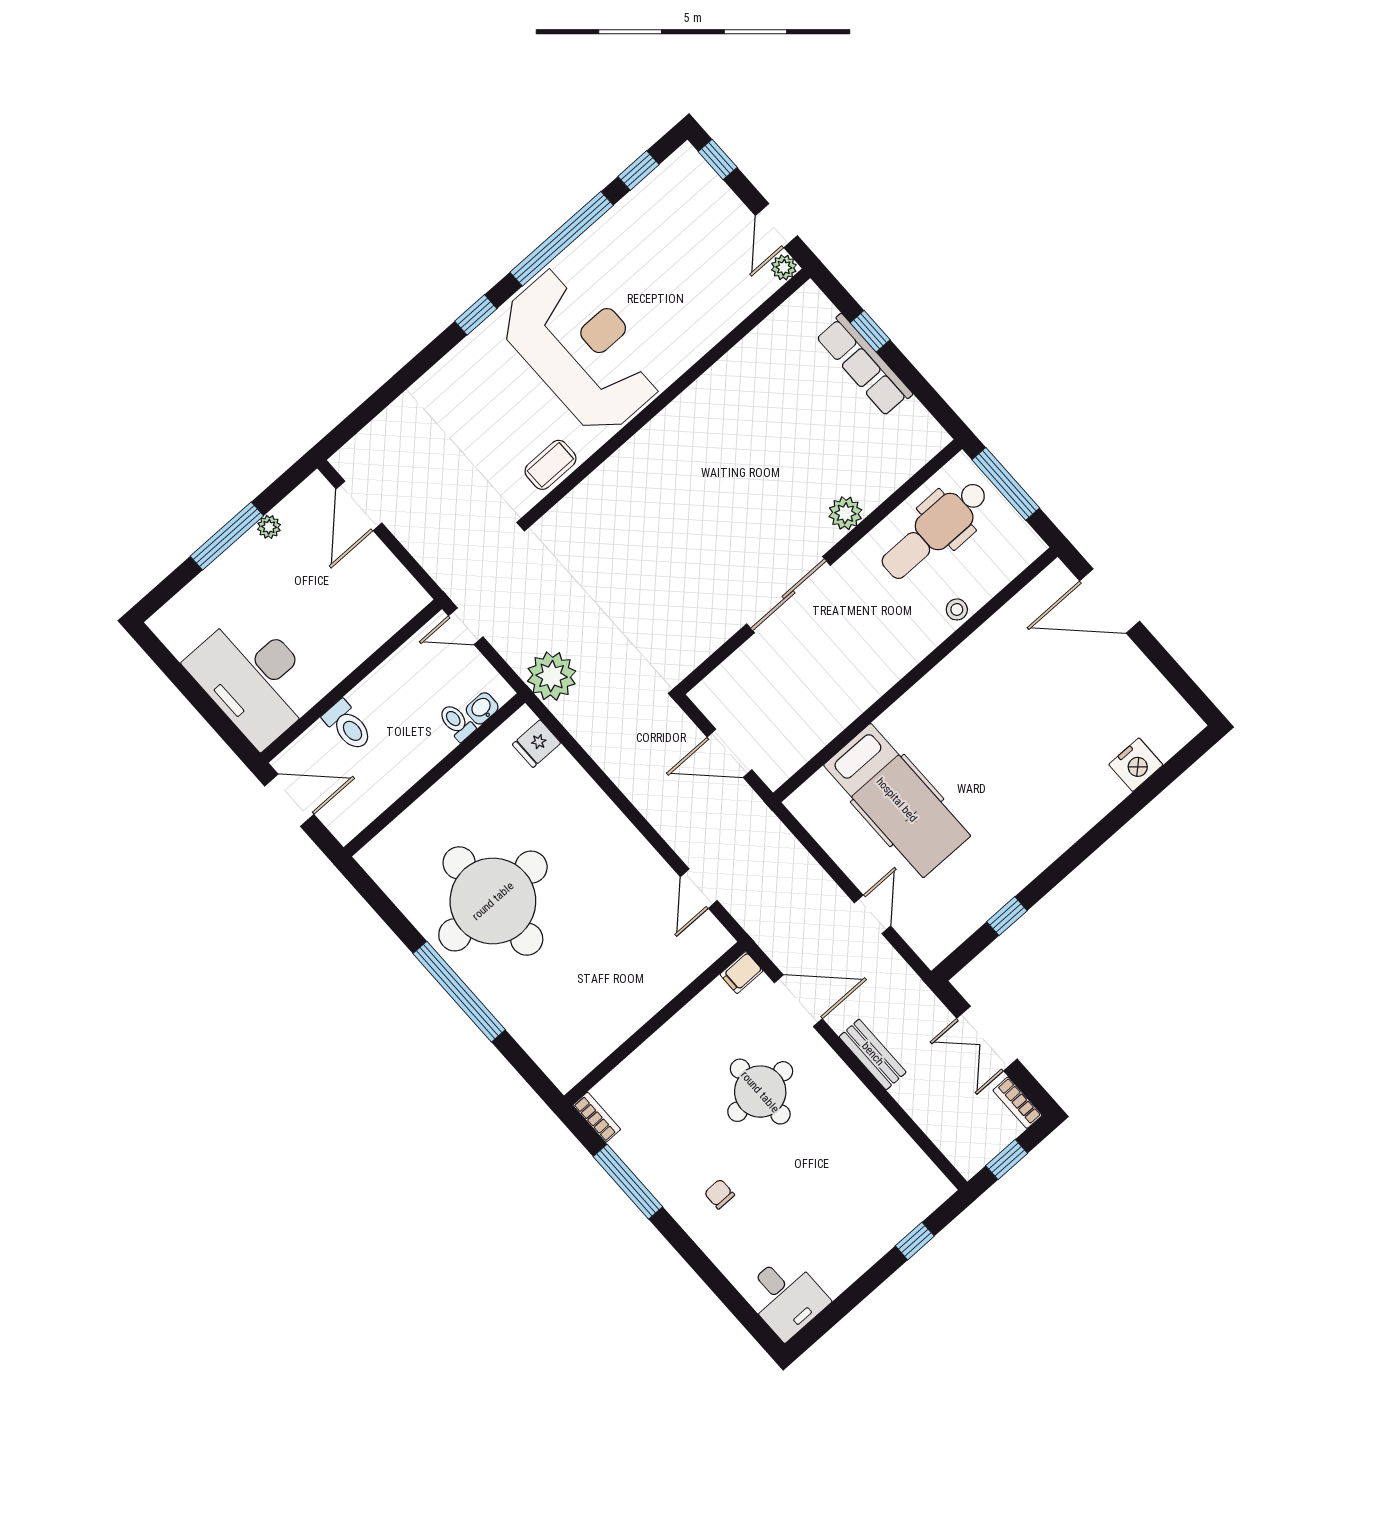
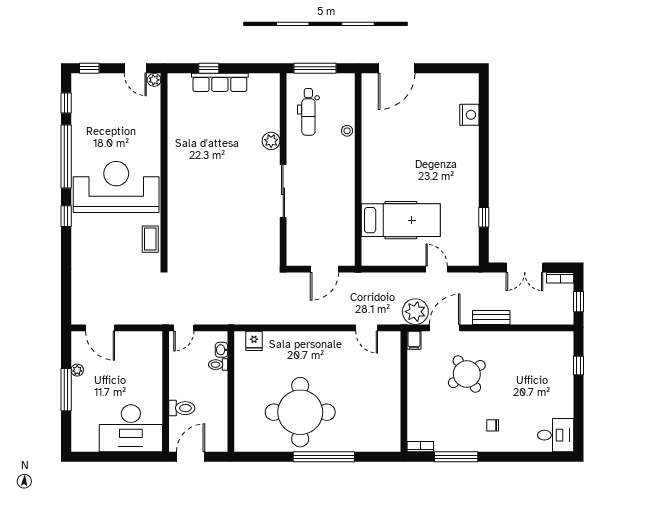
dental chair: (935, 530) -> (308, 112), width x0.73, depth x0.72
plant: (552, 676) -> (415, 312), moved
round table: (760, 1092) -> (467, 374), turned -33

